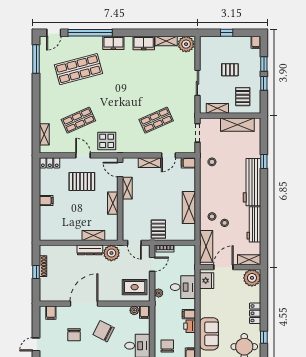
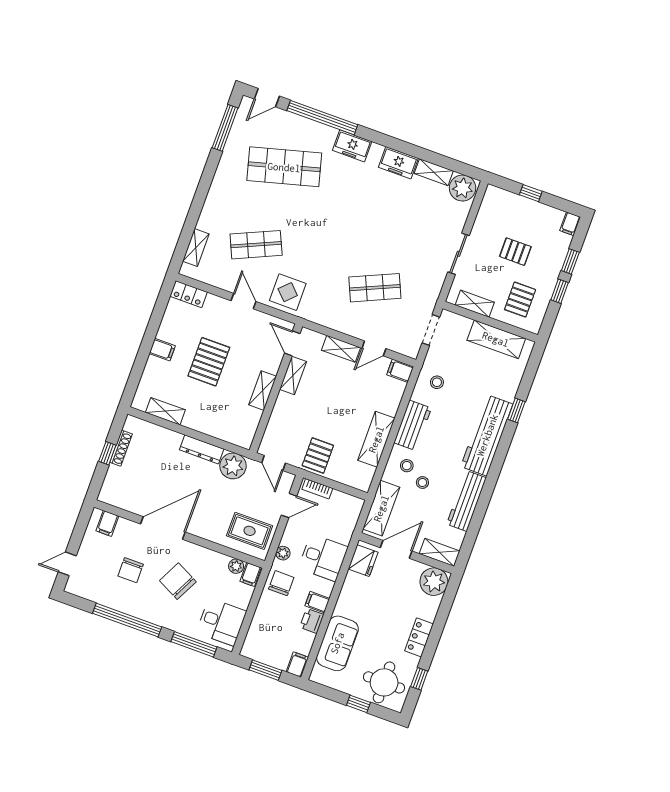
pallet: (82, 181) -> (209, 362), moved, turned 90
workbench: (207, 192) -> (413, 425), added
shelving: (93, 236) -> (165, 411), moved
chair: (167, 346) -> (281, 583), moved

